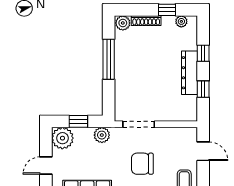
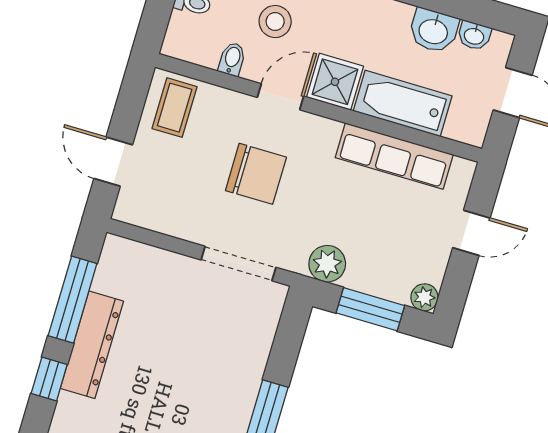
window: (203, 89) -> (73, 300), width x2.17
window: (78, 121) -> (370, 309), width x1.50
plant: (62, 138) -> (424, 297), width x0.53, depth x0.53

